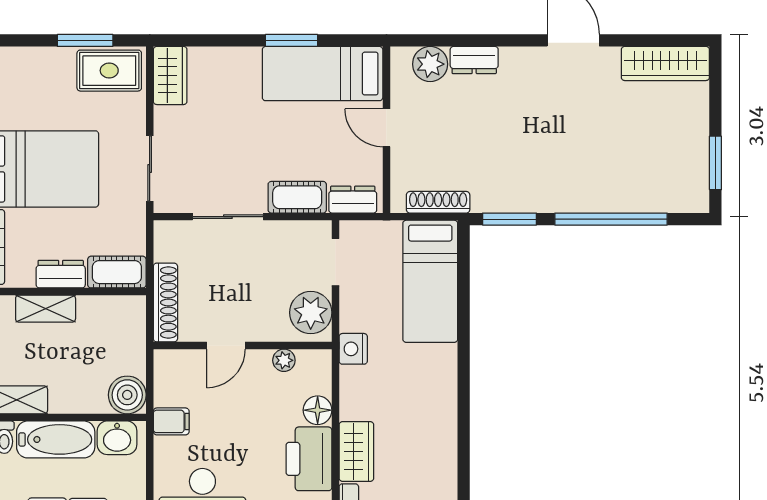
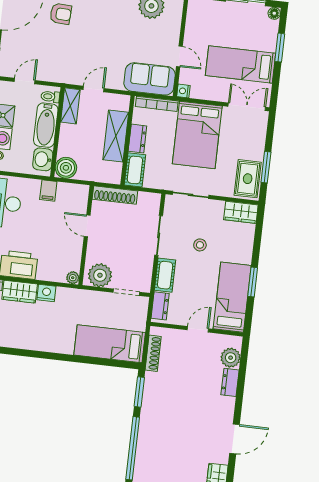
stool: (236, 142) -> (200, 245), added
shelving: (46, 309) -> (116, 136), width x1.50, depth x1.33
nightstand: (353, 349) -> (46, 293), moved
plant: (284, 360) -> (73, 278), moved
floor lamp: (318, 410) -> (45, 273), removed

